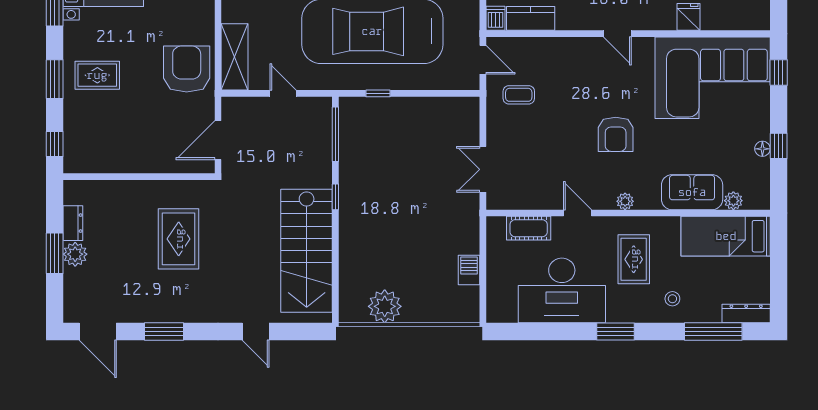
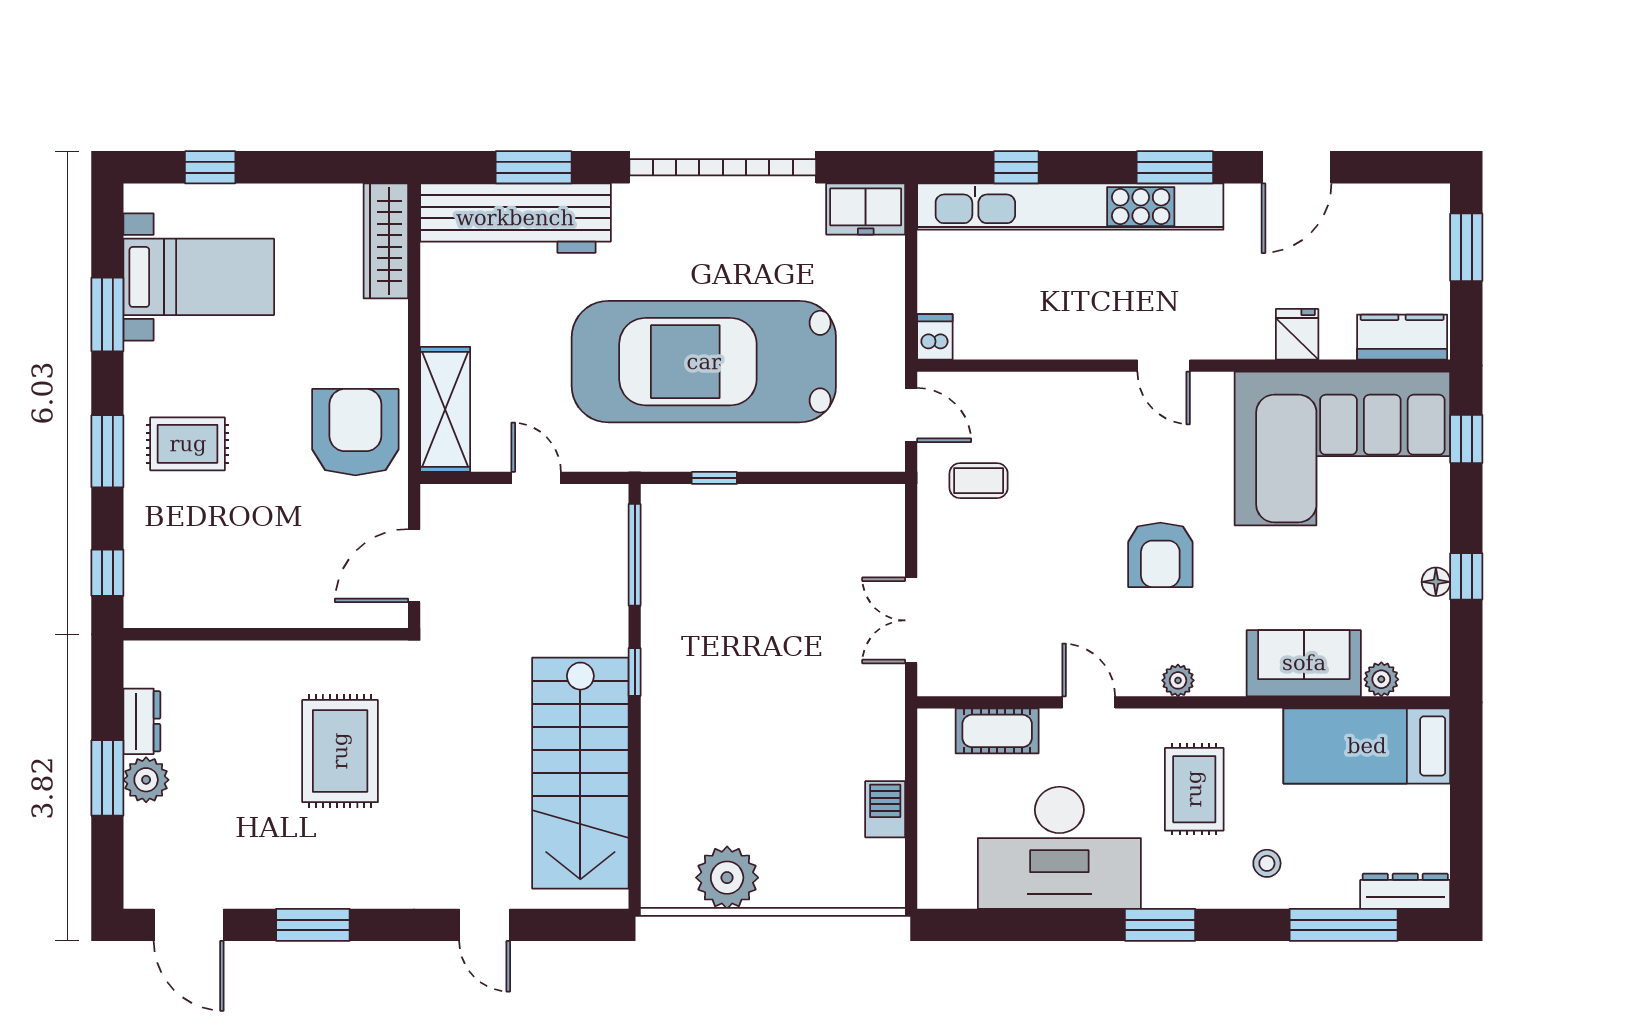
kitchen counter: (531, 18) -> (1402, 337), moved

